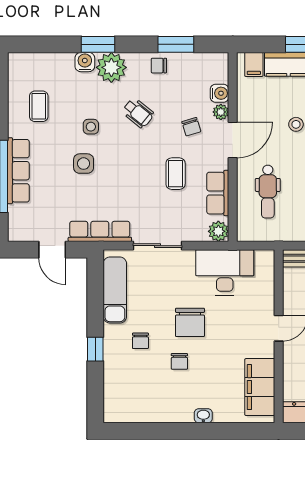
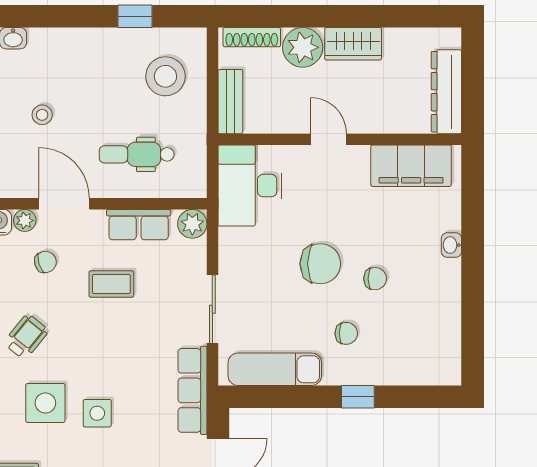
side table: (91, 127) -> (45, 403), width x1.87, depth x1.87
dental chair: (268, 192) -> (137, 154), turned 180
desk: (225, 272) -> (250, 186), moved

